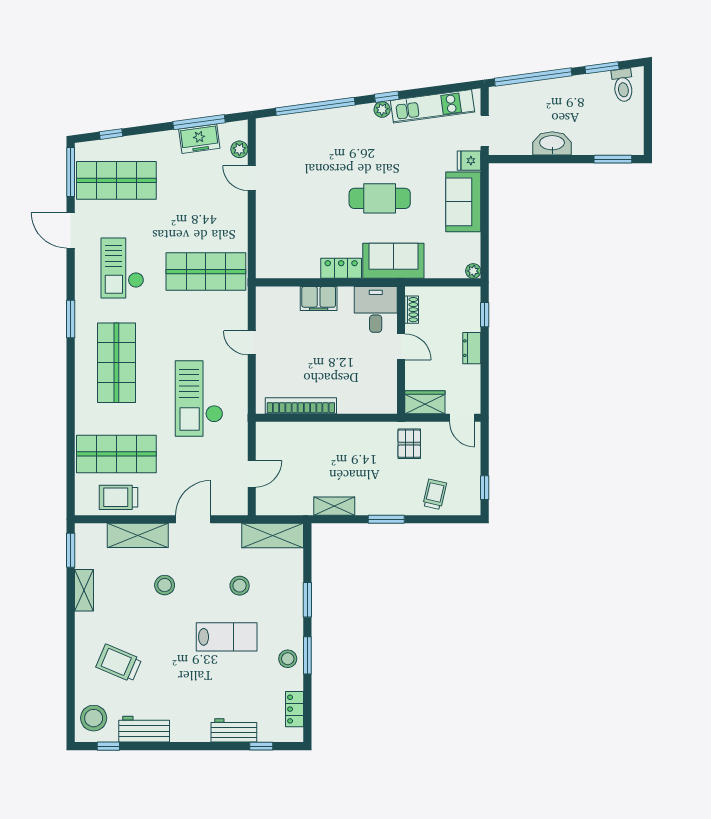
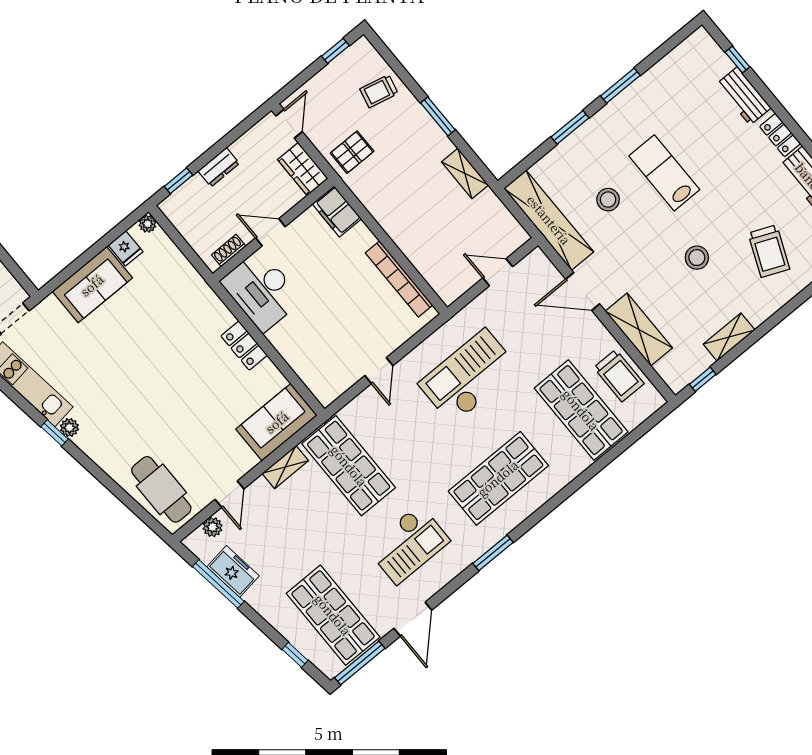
window: (315, 106) -> (117, 490), removed
fridge: (469, 161) -> (126, 248), moved
cafe table: (380, 198) -> (161, 489), moved
shelving: (239, 229) -> (285, 467), added
sofa: (393, 261) -> (277, 422), moved, turned 90
filing cabinet: (319, 299) -> (337, 211), moved, turned 180
desk: (376, 309) -> (262, 291), width x1.37
door: (401, 347) -> (270, 232), hinge flipped
checkout: (199, 399) -> (469, 377), turned 180
shelving: (273, 536) -> (549, 220), width x1.47
window: (71, 550) -> (703, 379), width x0.67
stool: (165, 585) -> (697, 258), moved
stool: (288, 659) -> (638, 101), removed
locker: (295, 709) -> (780, 135), moved, turned 90

